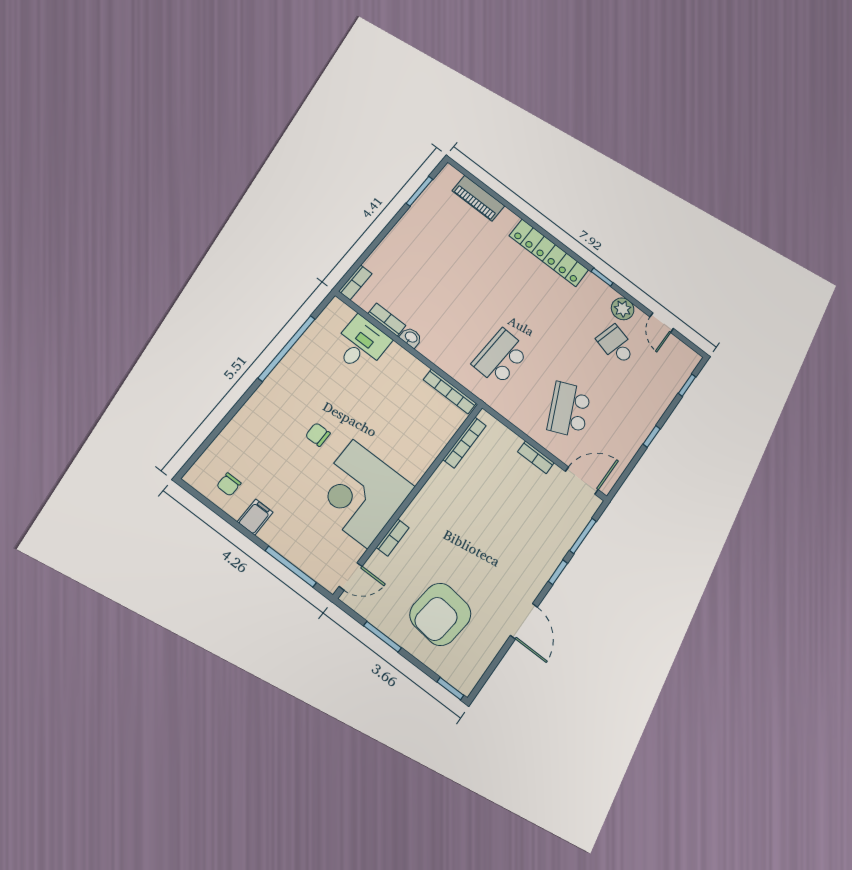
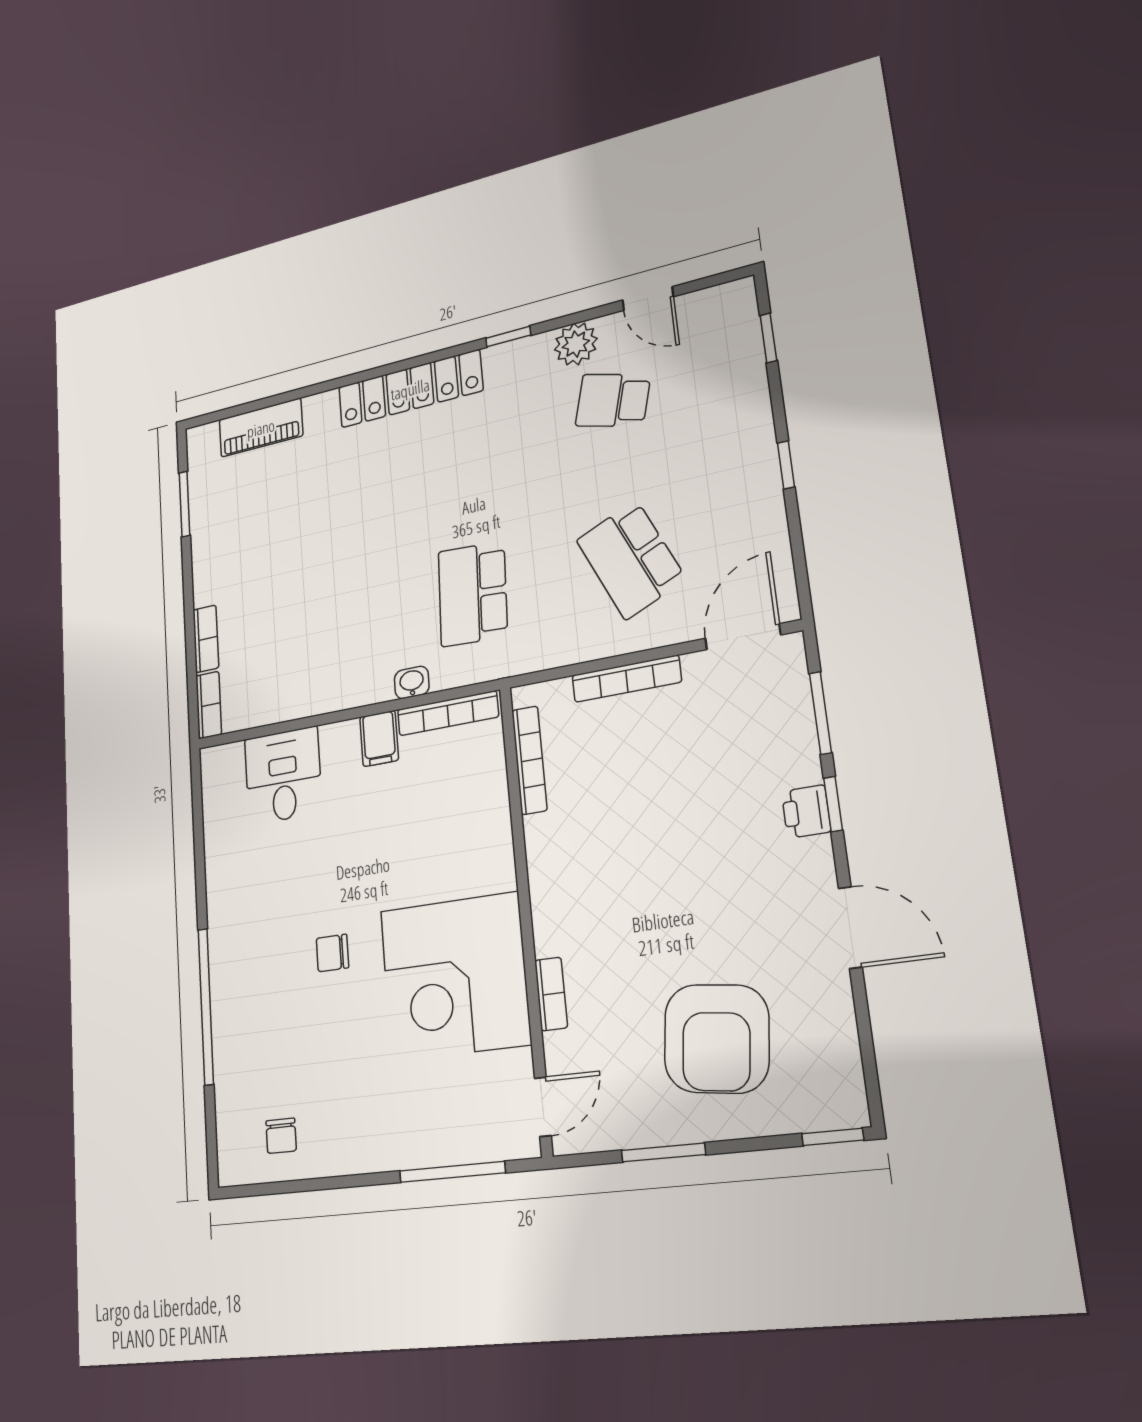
bookcase: (387, 320) -> (206, 639), moved, turned 90
washbasin: (411, 337) -> (412, 682), moved
window: (287, 348) -> (206, 1006), moved
bookcase: (536, 457) -> (626, 679), width x1.56
filing cabinet: (255, 517) -> (379, 739), moved, turned 180
printer: (546, 565) -> (806, 812), added

